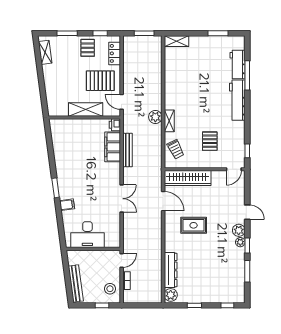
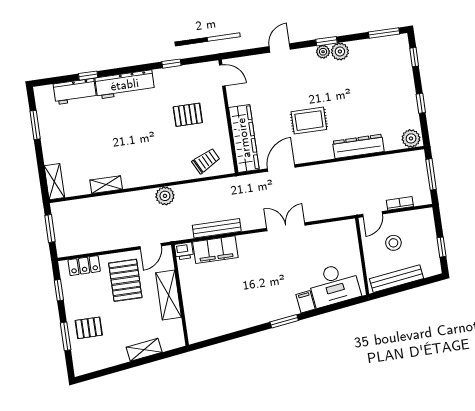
pallet: (88, 48) -> (89, 328), moved
shelving: (45, 52) -> (144, 350), moved
window: (247, 75) -> (88, 76), width x0.46
shelving: (169, 121) -> (106, 185), moved
window: (247, 151) -> (171, 64), moved
rug: (194, 225) -> (309, 121), turned 90
plant: (239, 230) -> (340, 51), moved
desk: (87, 235) -> (334, 285), moved, turned 82
door: (122, 260) -> (373, 214), swing flipped
dresser: (171, 270) -> (358, 146), moved
window: (247, 271) -> (384, 33), moved
bench: (76, 283) -> (396, 279), moved
stool: (110, 289) -> (393, 243), moved
window: (102, 305) -> (442, 247), moved
window: (144, 305) -> (431, 174), added

